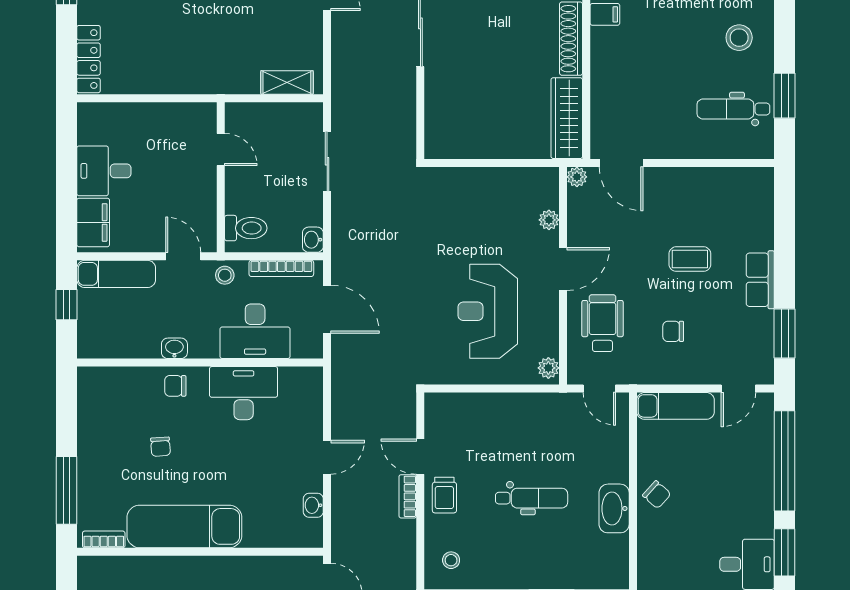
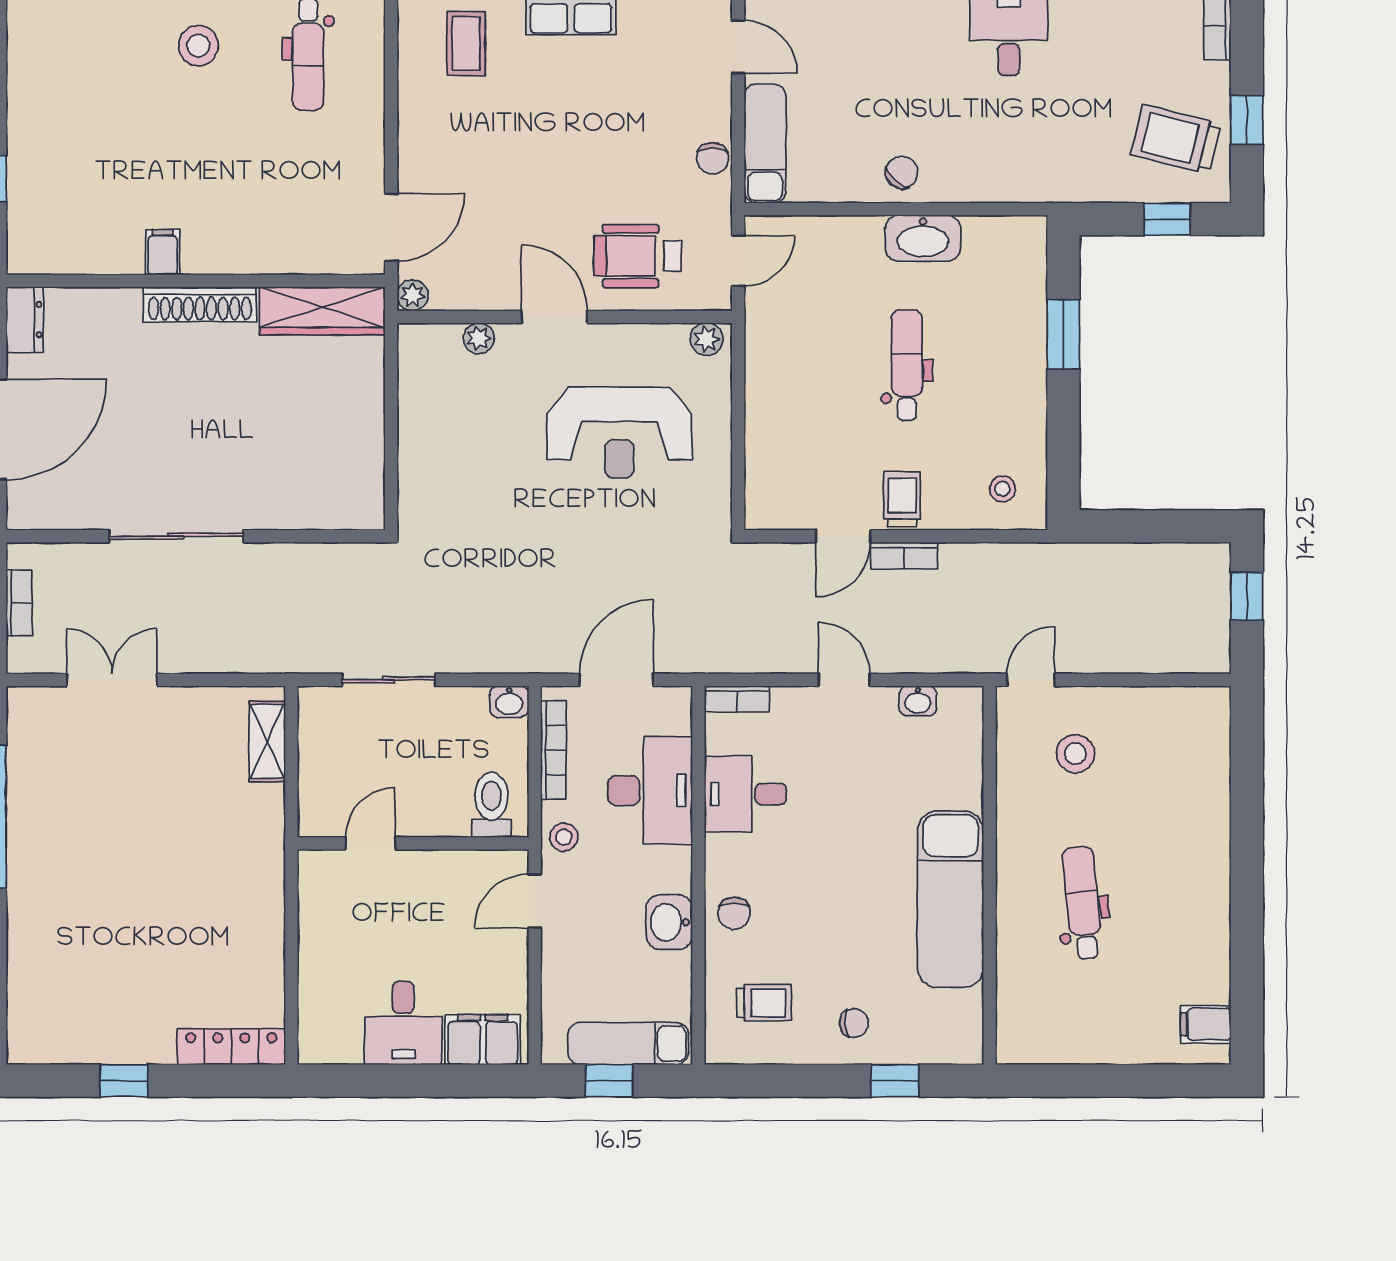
coffee table: (690, 259) -> (466, 43), moved
exam couch: (116, 274) -> (628, 1044), moved, turned -90
chair: (673, 331) -> (713, 158), moved
washbasin: (174, 348) -> (669, 922), width x1.38, depth x1.45
desk: (244, 393) -> (745, 794), width x0.73
trolley: (117, 405) -> (764, 1003), added
chair: (161, 447) -> (854, 1023), moved
window: (66, 490) -> (895, 1081), width x0.46
trolley: (444, 495) -> (902, 499), turned -90
bookcase: (104, 539) -> (737, 699), moved, turned -90

